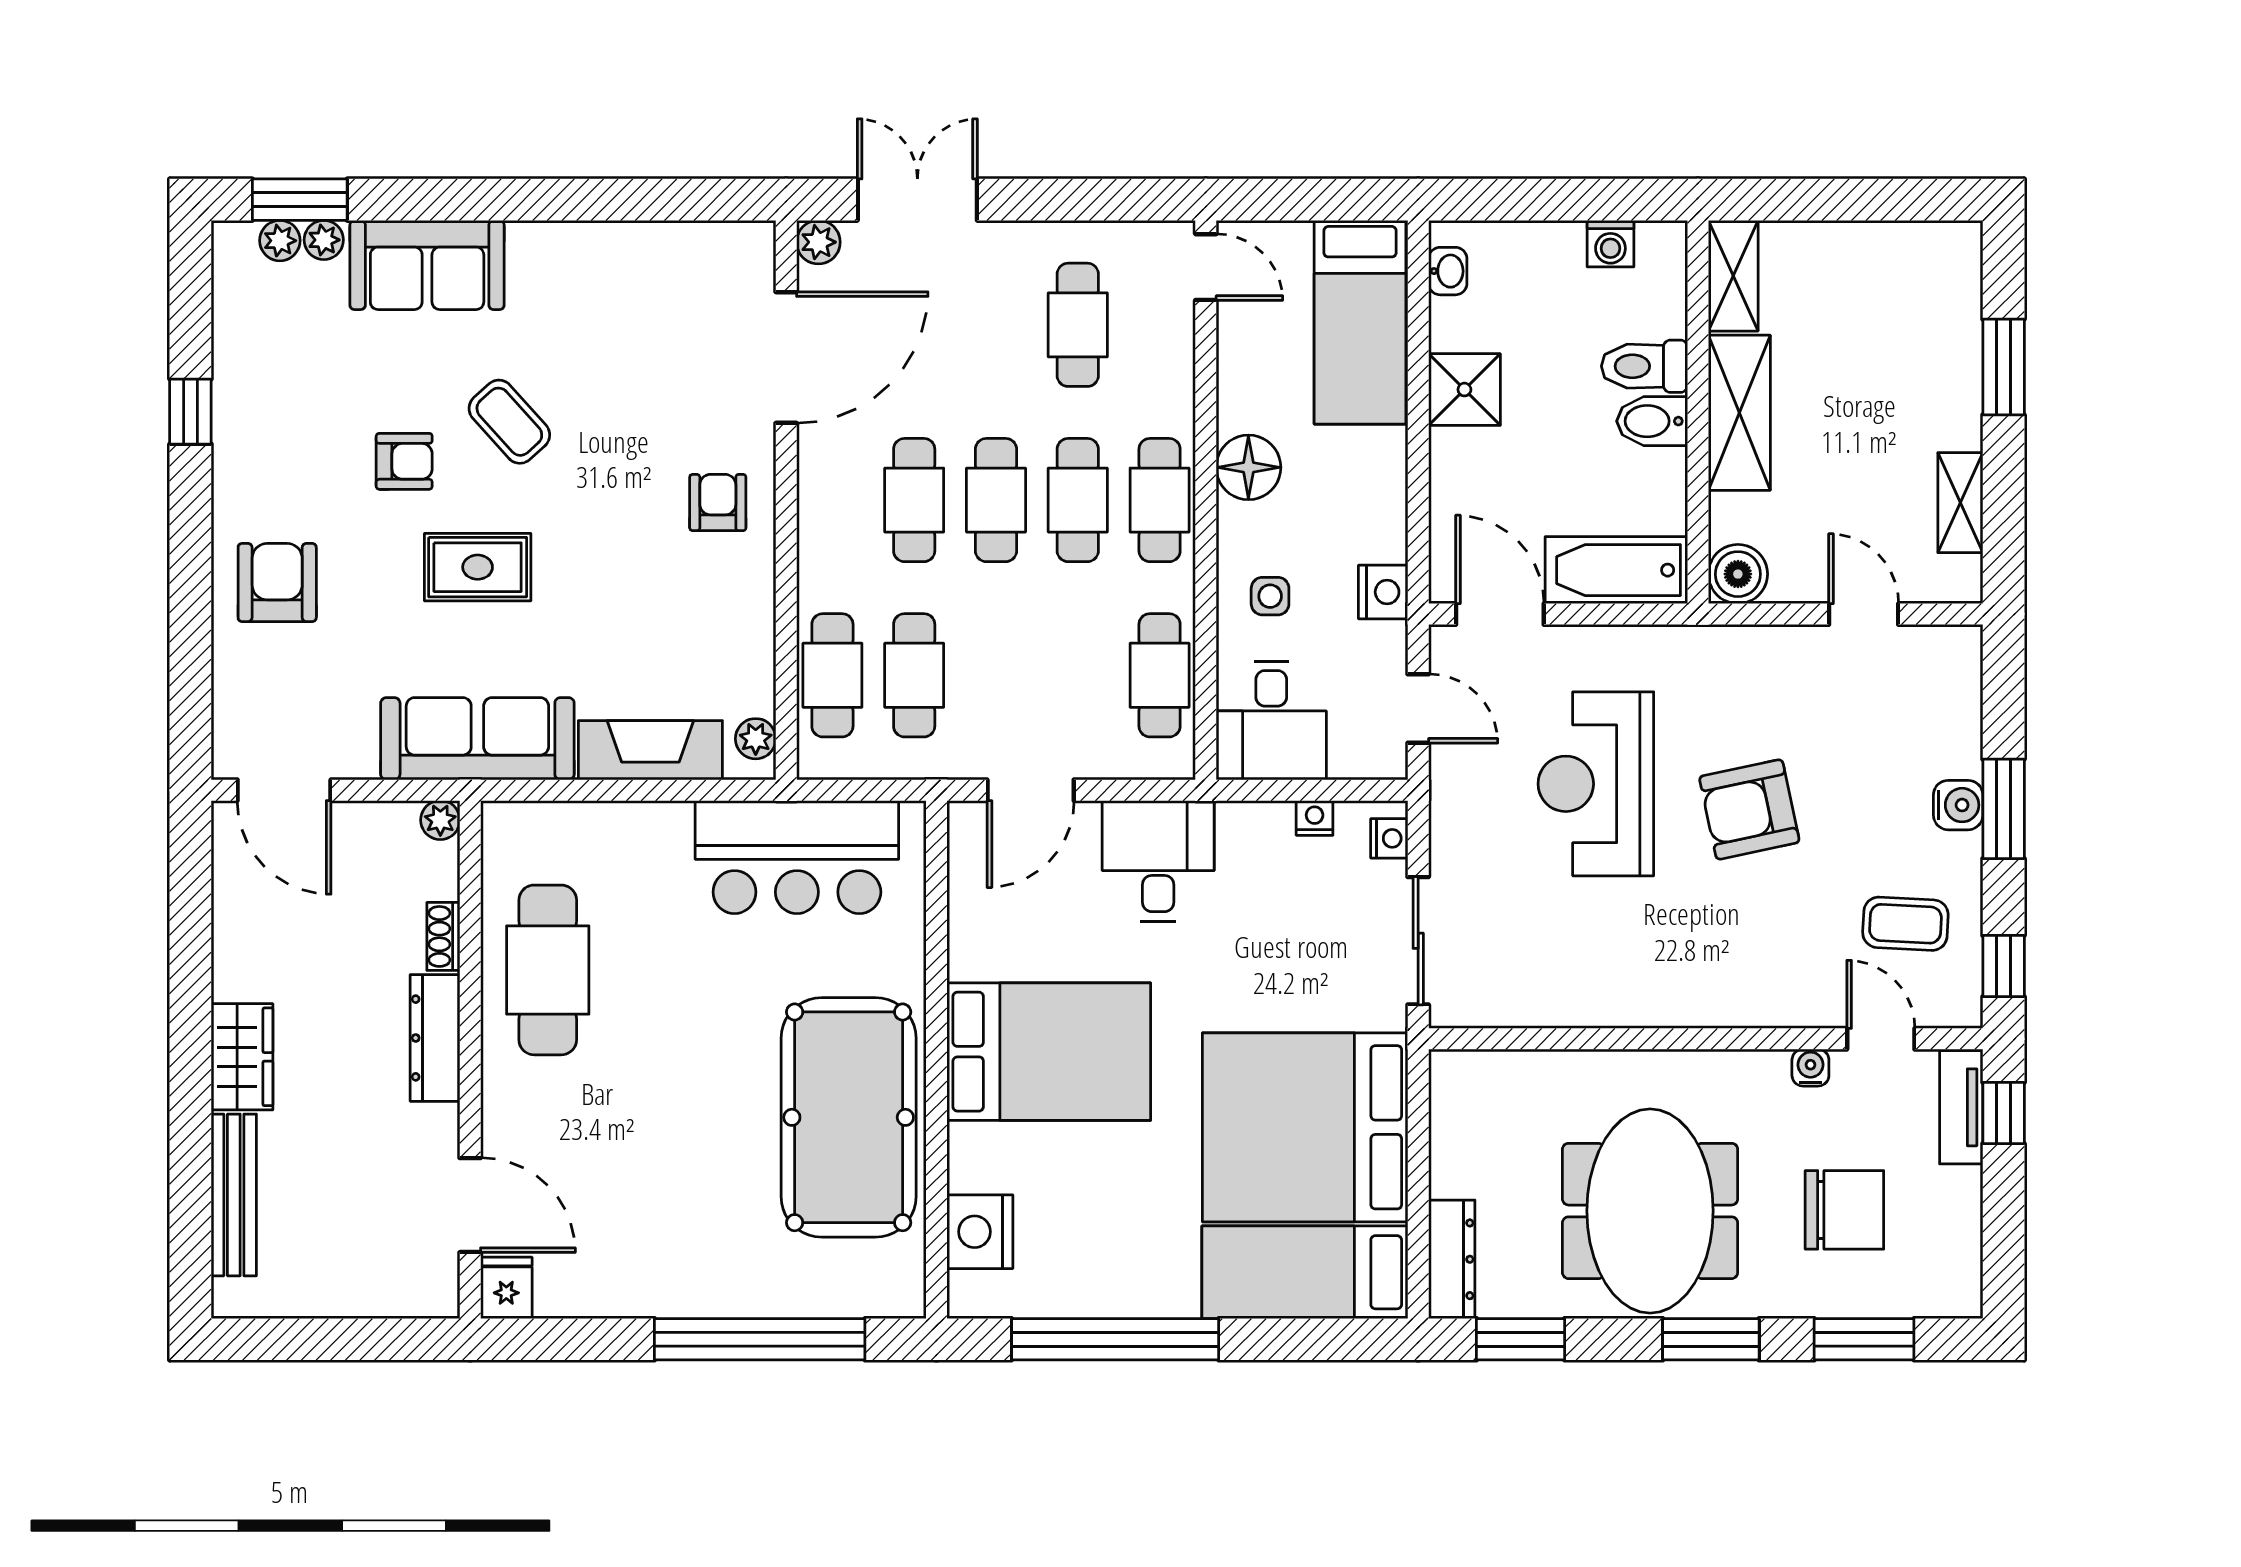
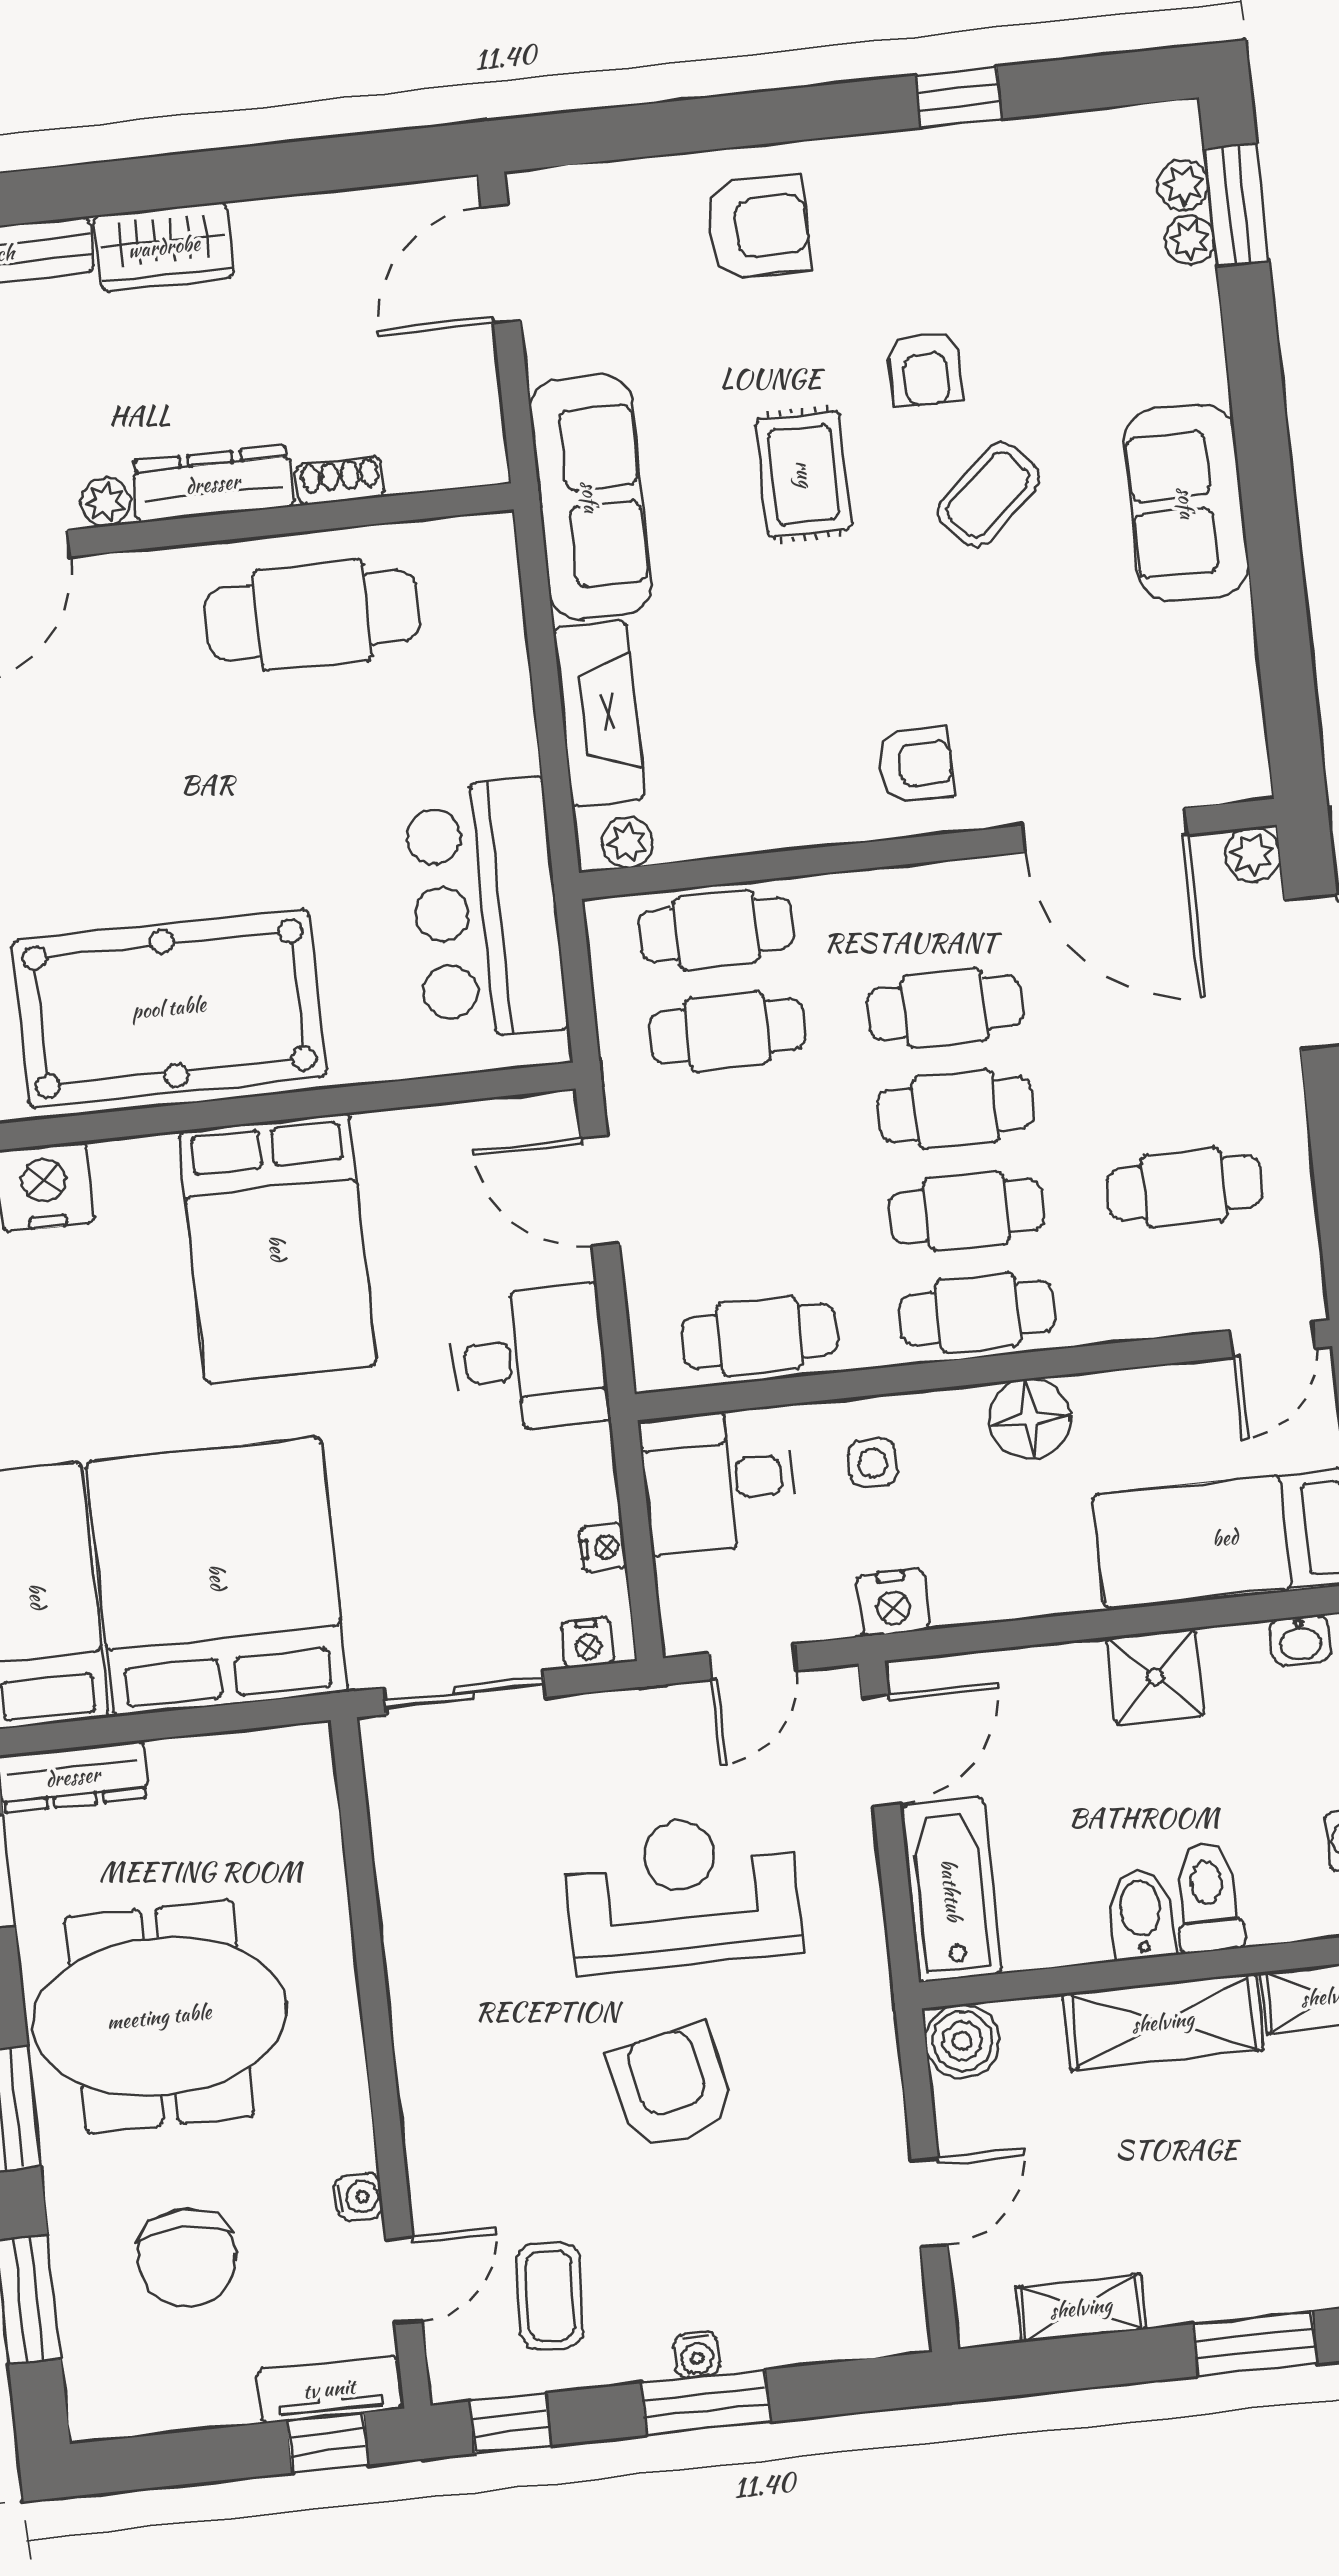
sofa: (427, 265) -> (1186, 503), moved
water cooler: (1958, 805) -> (697, 2355), width x0.72, depth x0.72
plant: (440, 820) -> (105, 502), moved

